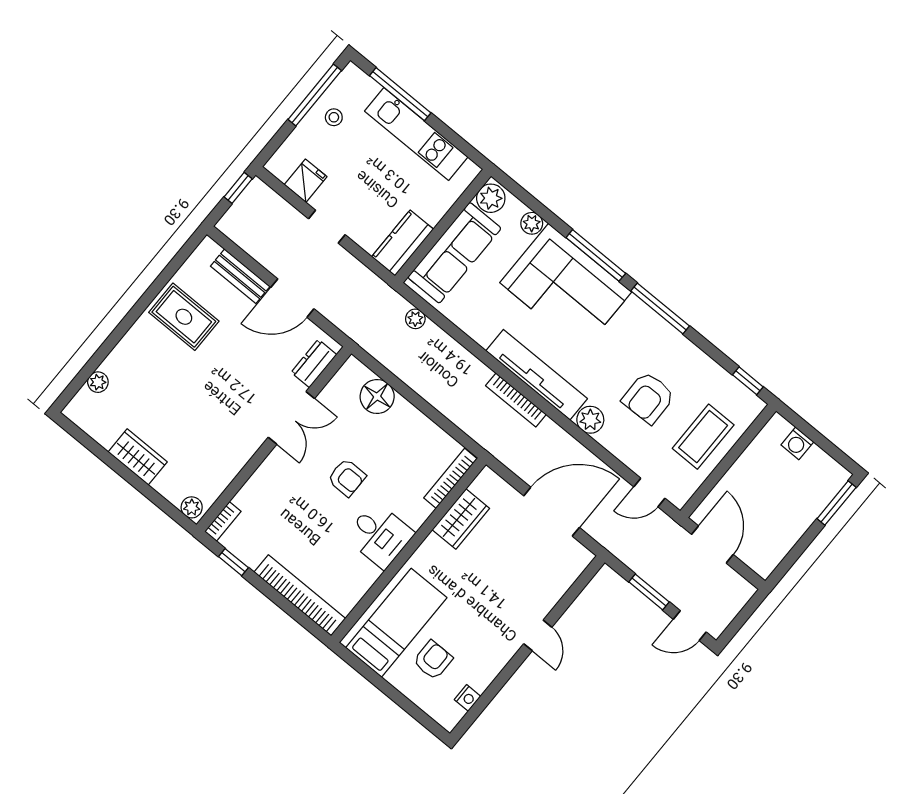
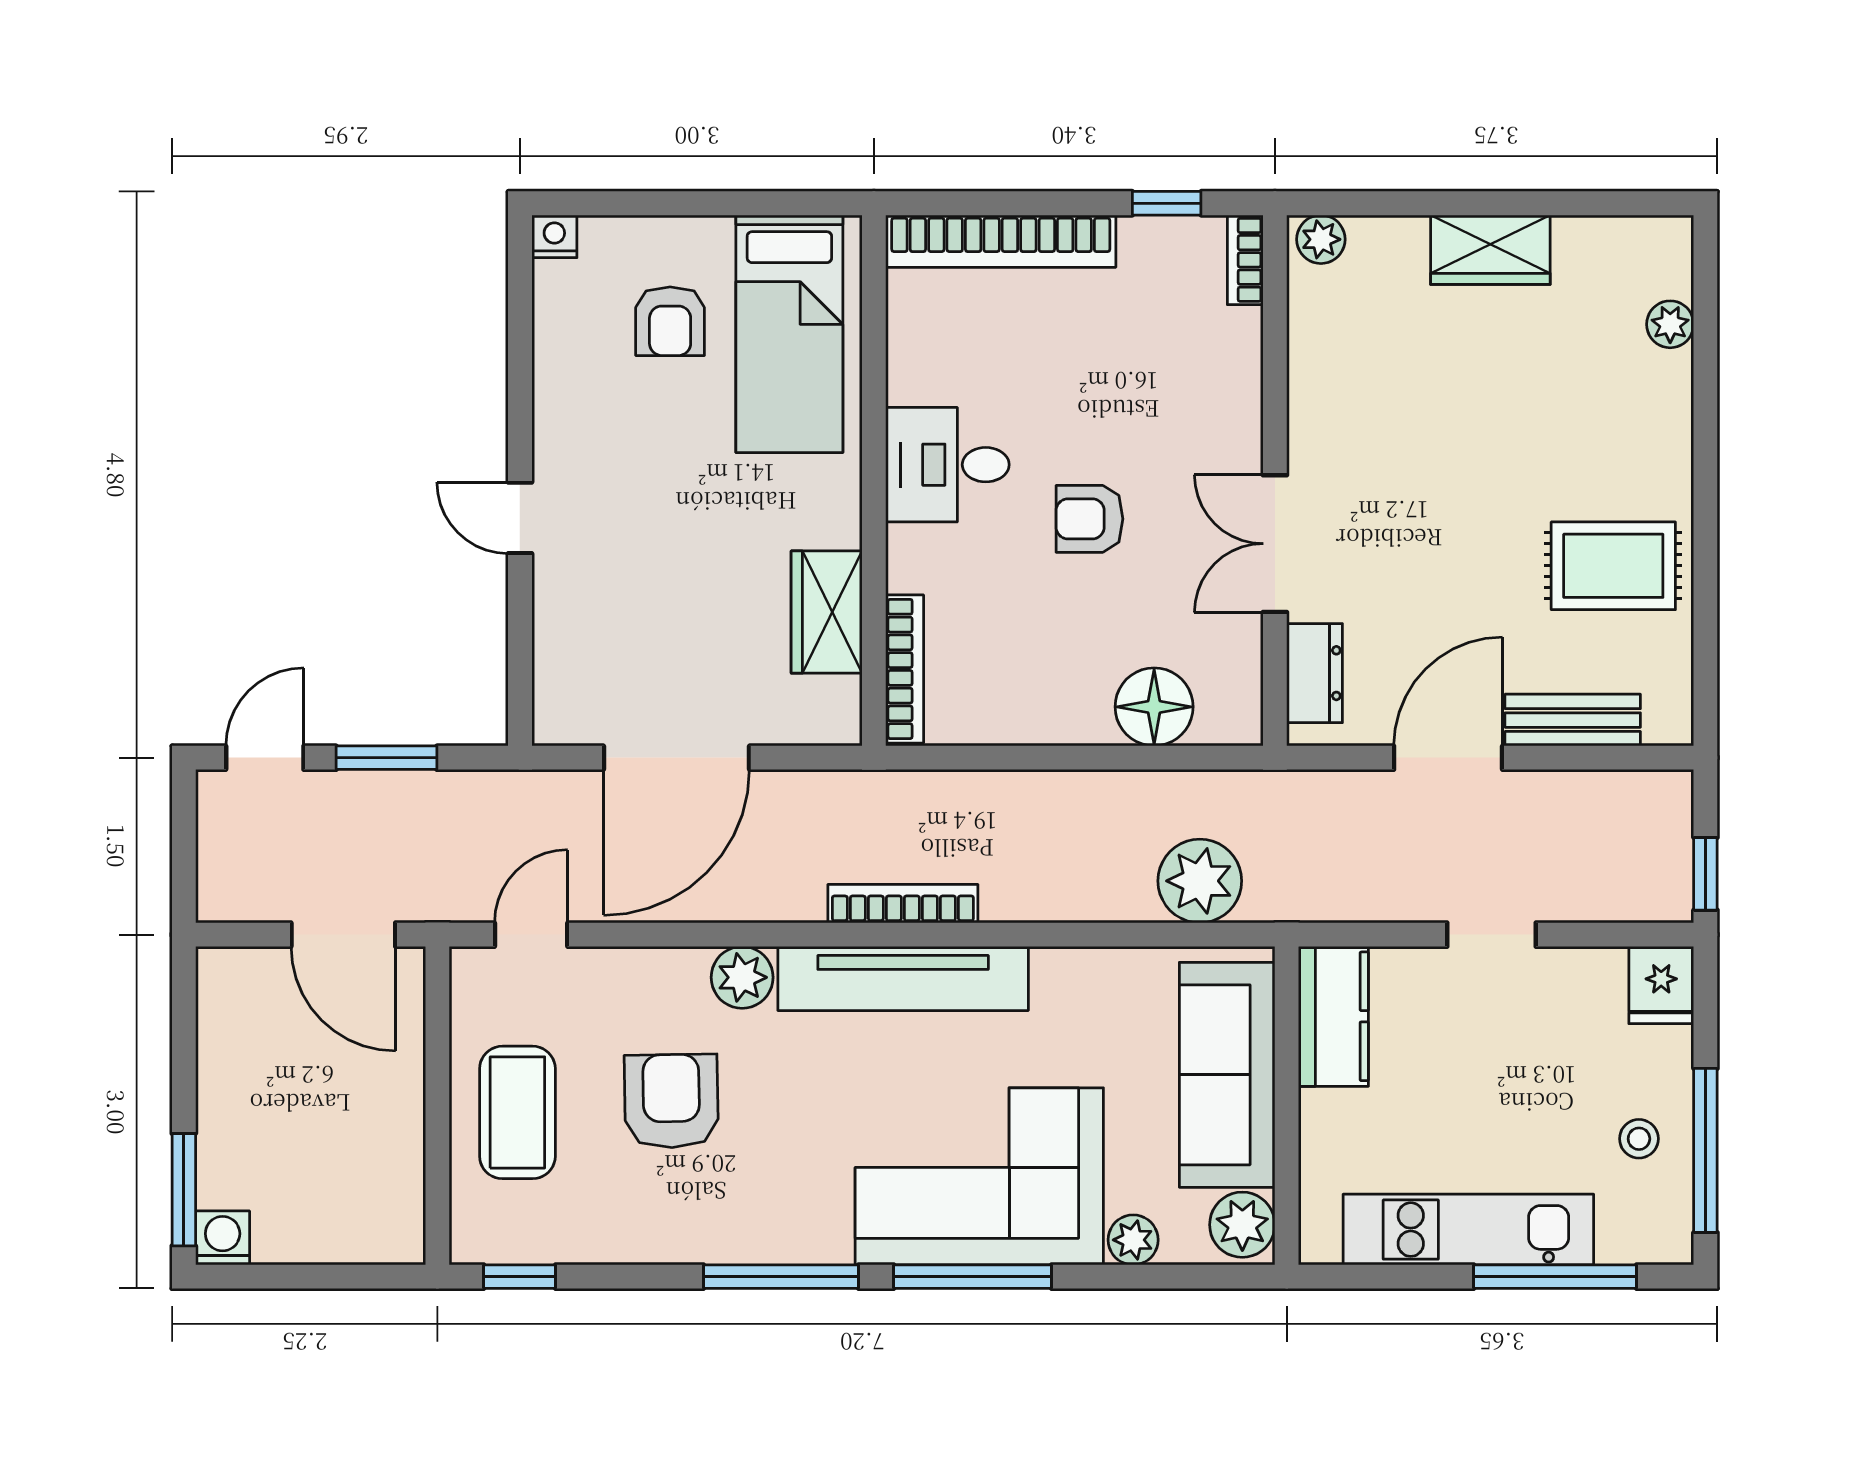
fridge: (306, 181) -> (1661, 985), moved
plant: (415, 319) -> (1200, 881), width x1.87, depth x1.87
washing machine: (797, 443) -> (223, 1238), moved
nightstand: (468, 698) -> (554, 236), moved, turned 90

